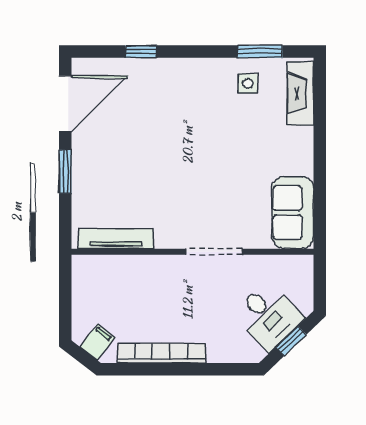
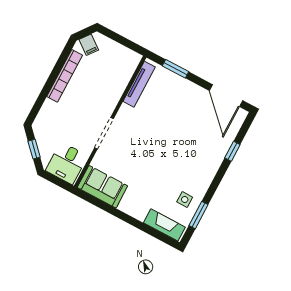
window: (65, 171) -> (176, 69), moved
desk: (268, 316) -> (67, 163), moved, turned -46

